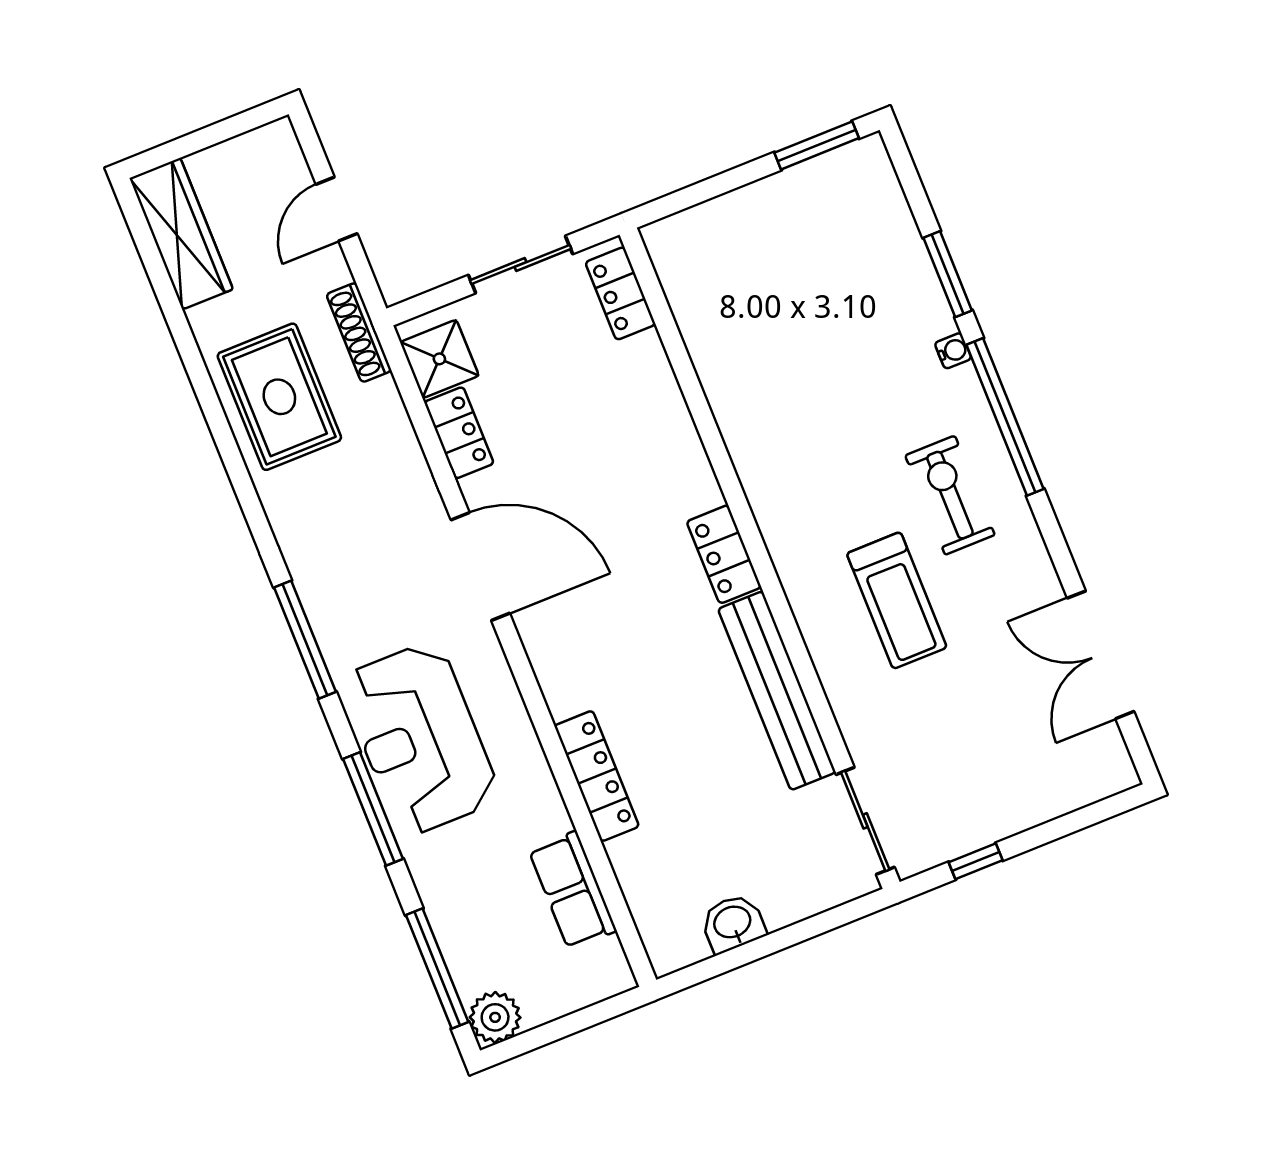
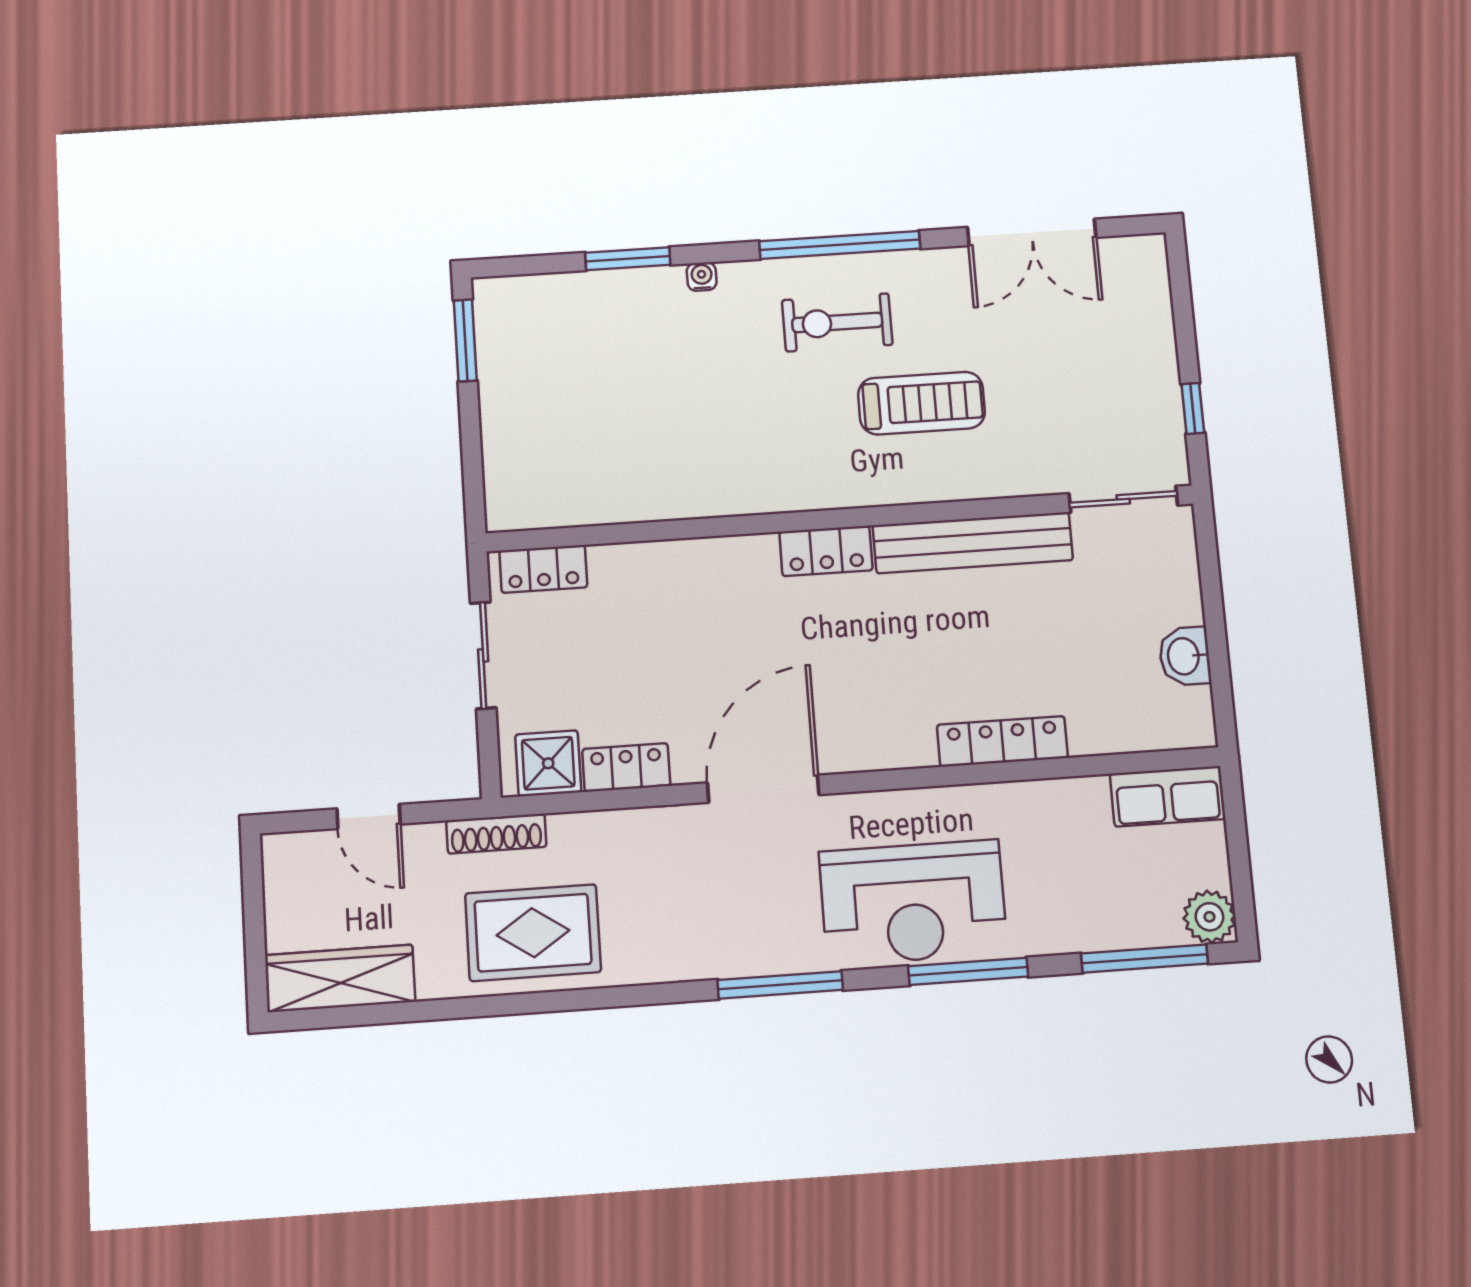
window: (1005, 417) -> (840, 245), moved
row of seats: (573, 890) -> (1168, 796), moved

